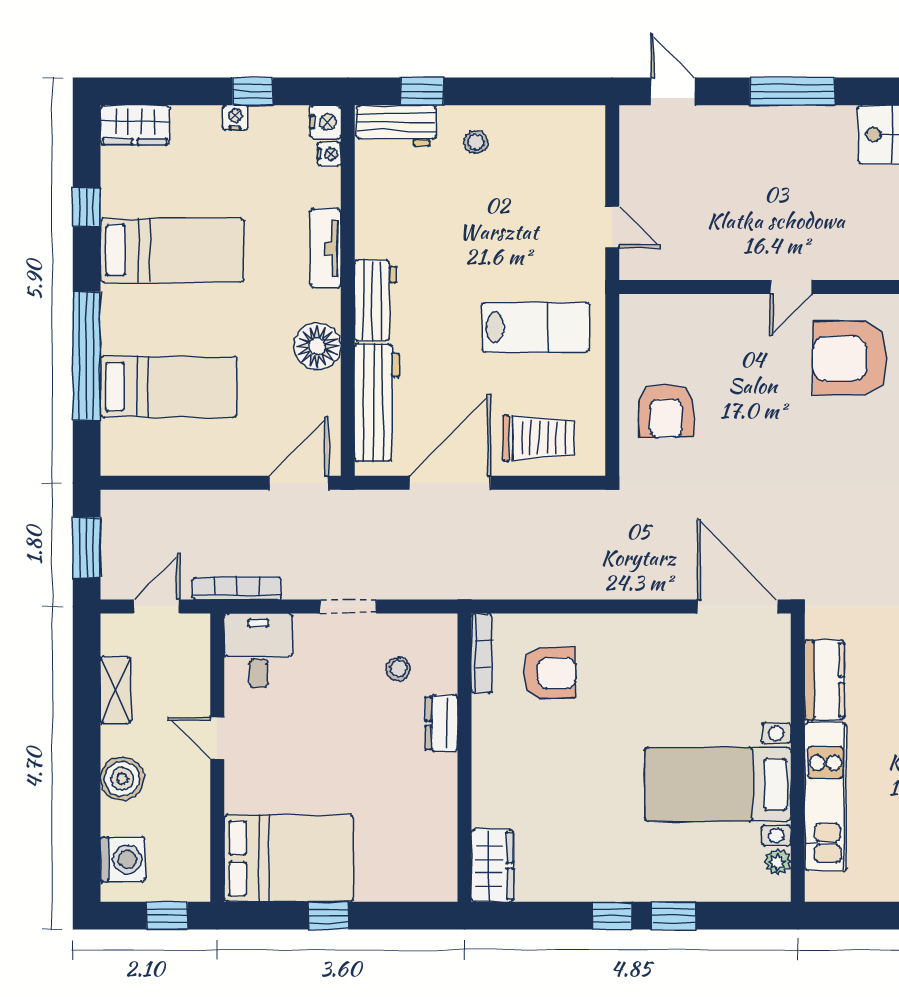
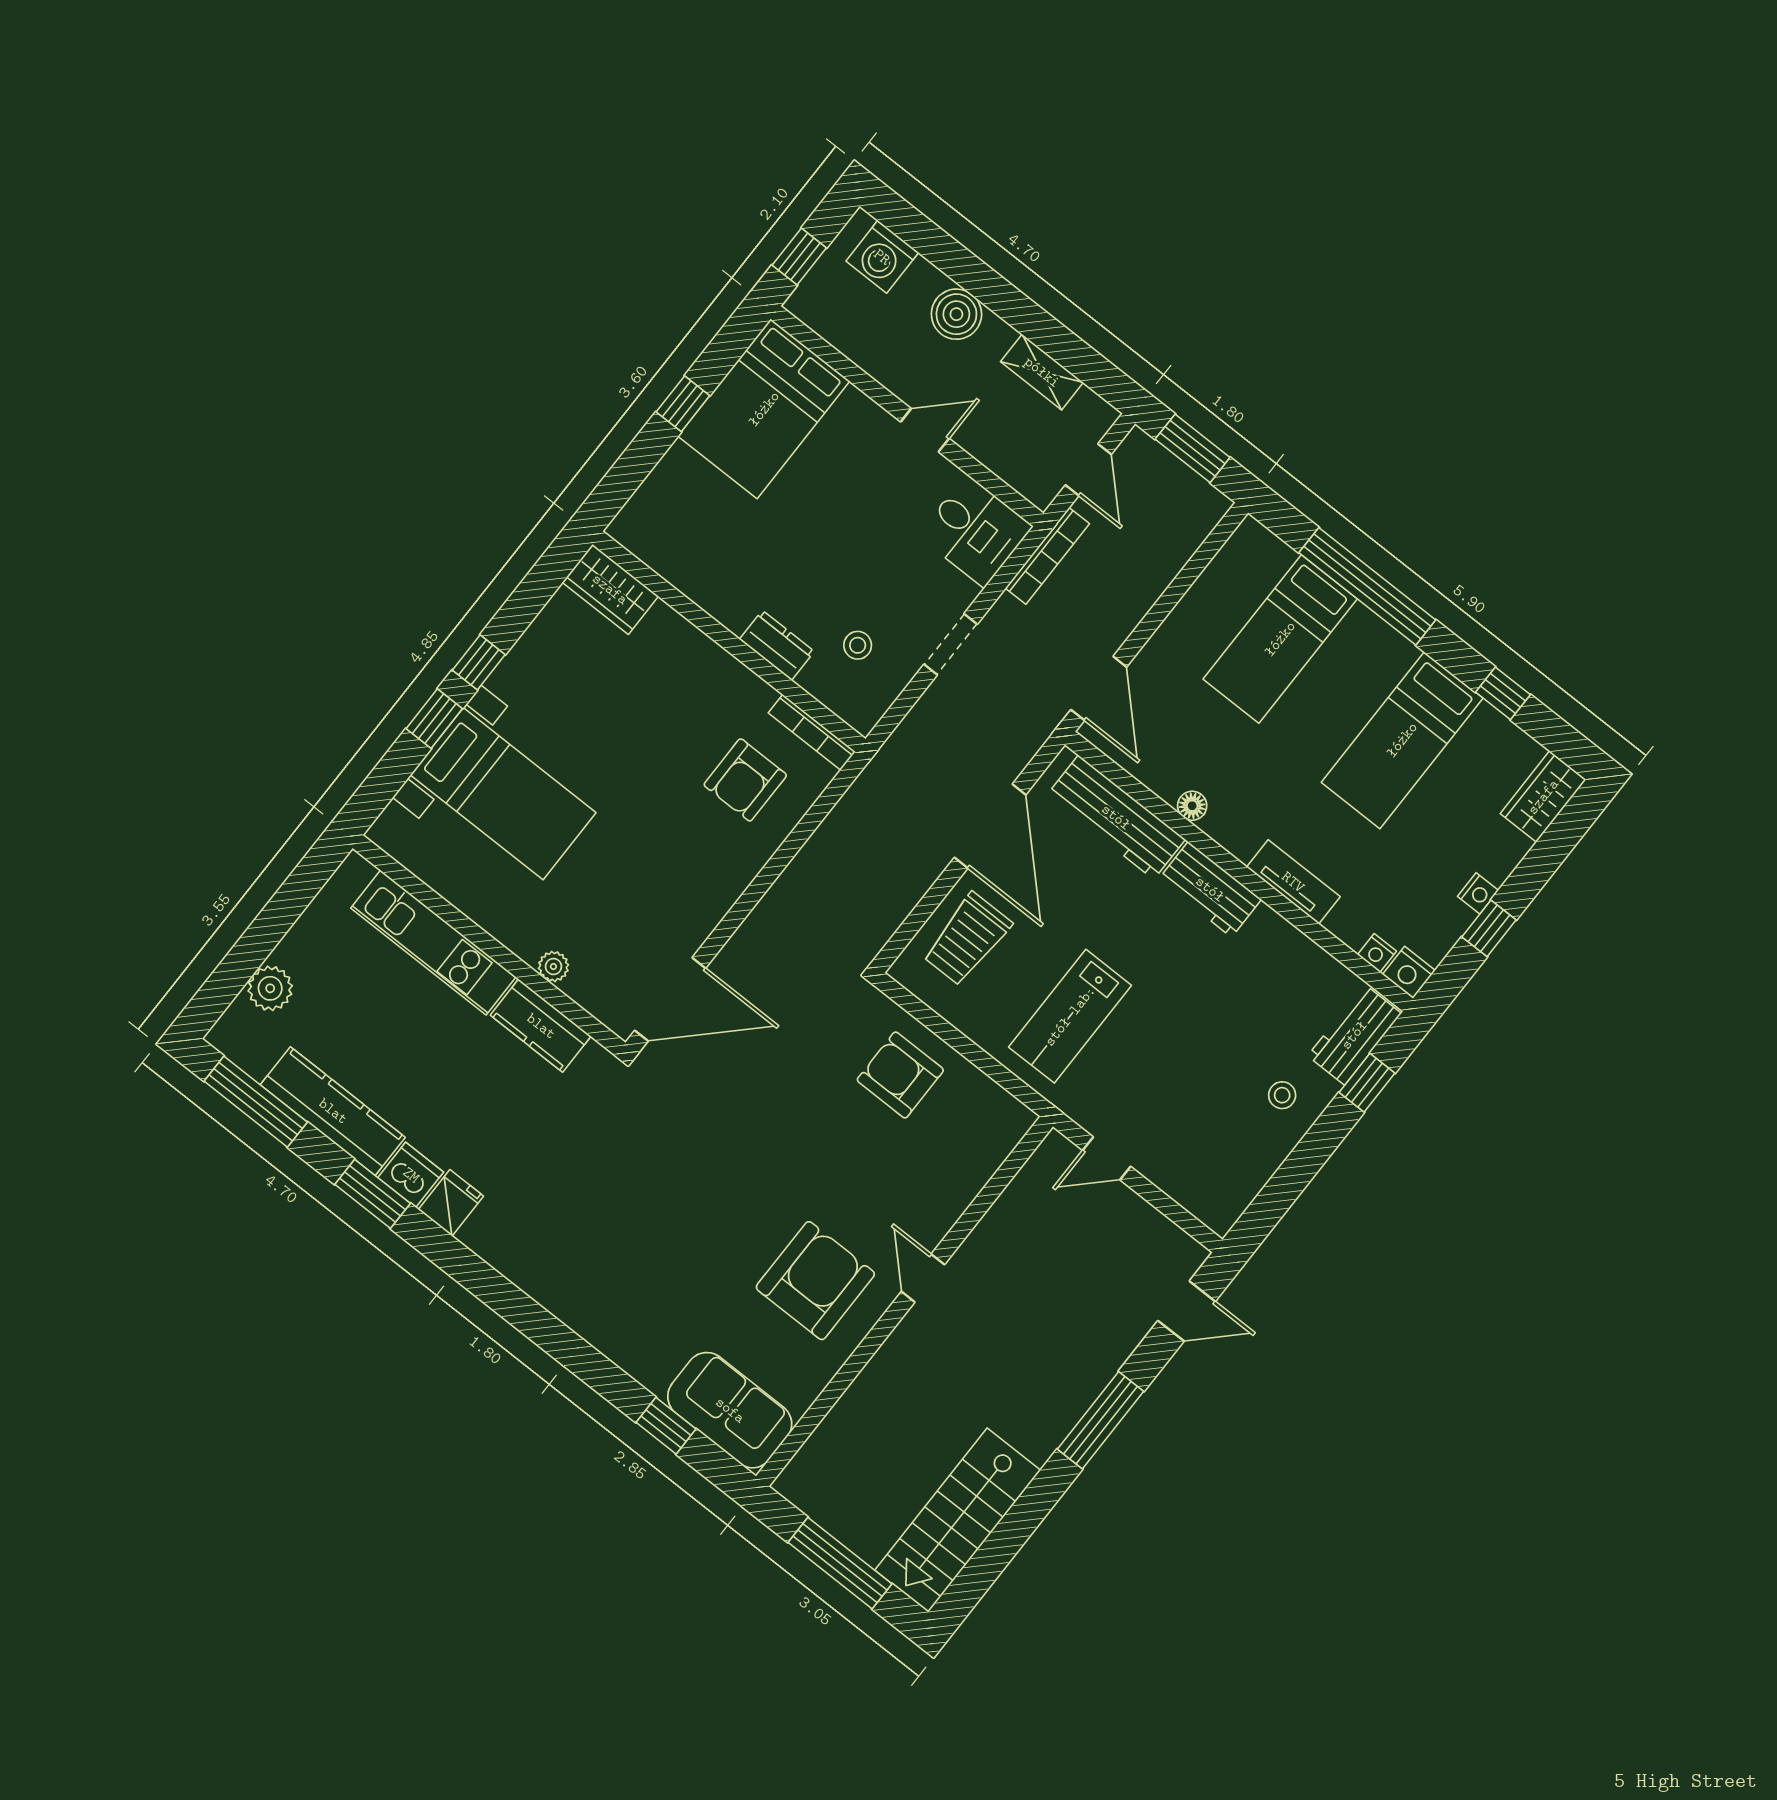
floor lamp: (317, 346) -> (1192, 806), width x0.53, depth x0.53
bed with nightstands: (718, 784) -> (503, 794), moved, turned 90
plant: (778, 862) -> (553, 967), moved

